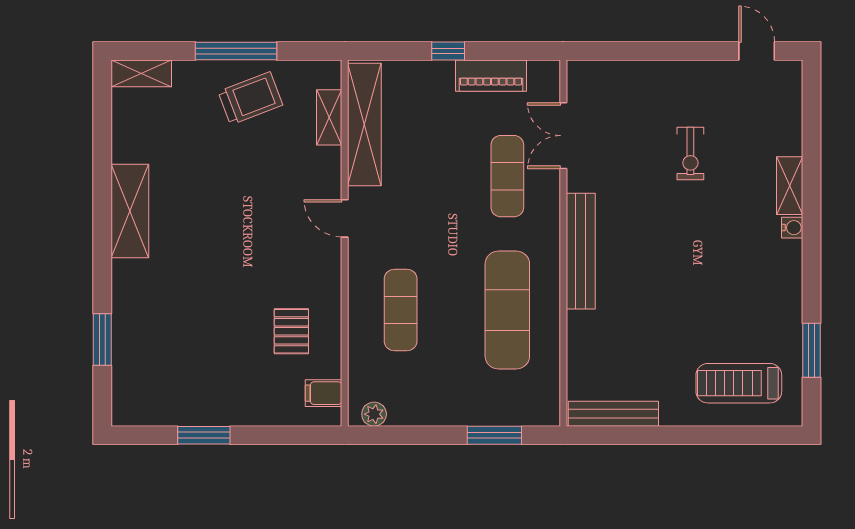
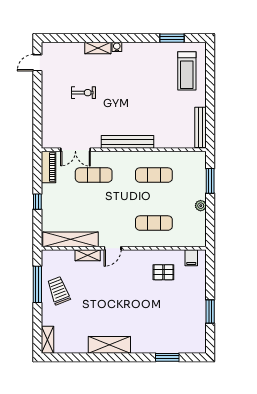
window: (236, 51) -> (37, 284), moved
piano: (491, 76) -> (48, 167), moved
shelving: (329, 117) -> (88, 255), moved
exercise mat: (507, 310) -> (154, 175), width x0.73, depth x0.69
plant: (374, 414) -> (201, 206), moved

